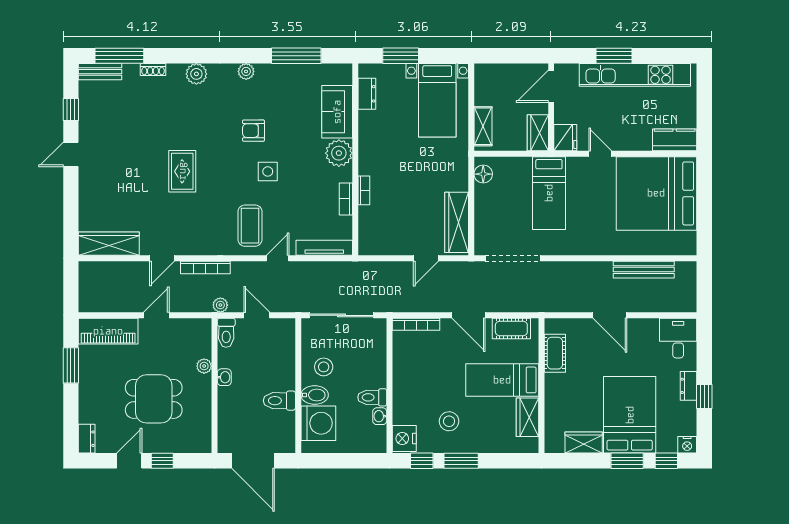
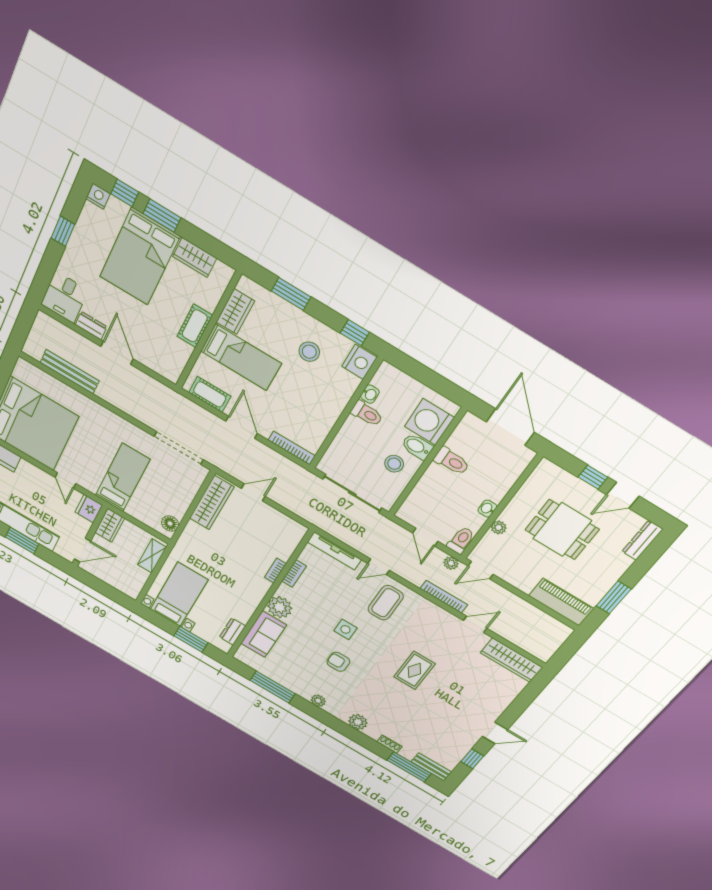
armchair: (253, 131) -> (338, 662), turned 180
door: (156, 315) -> (481, 570), moved
cot: (555, 353) -> (195, 326), moved
dresser: (688, 386) -> (91, 326), moved, turned -90
dresser: (87, 439) -> (642, 540), width x1.44
window: (461, 461) -> (291, 294), moved

